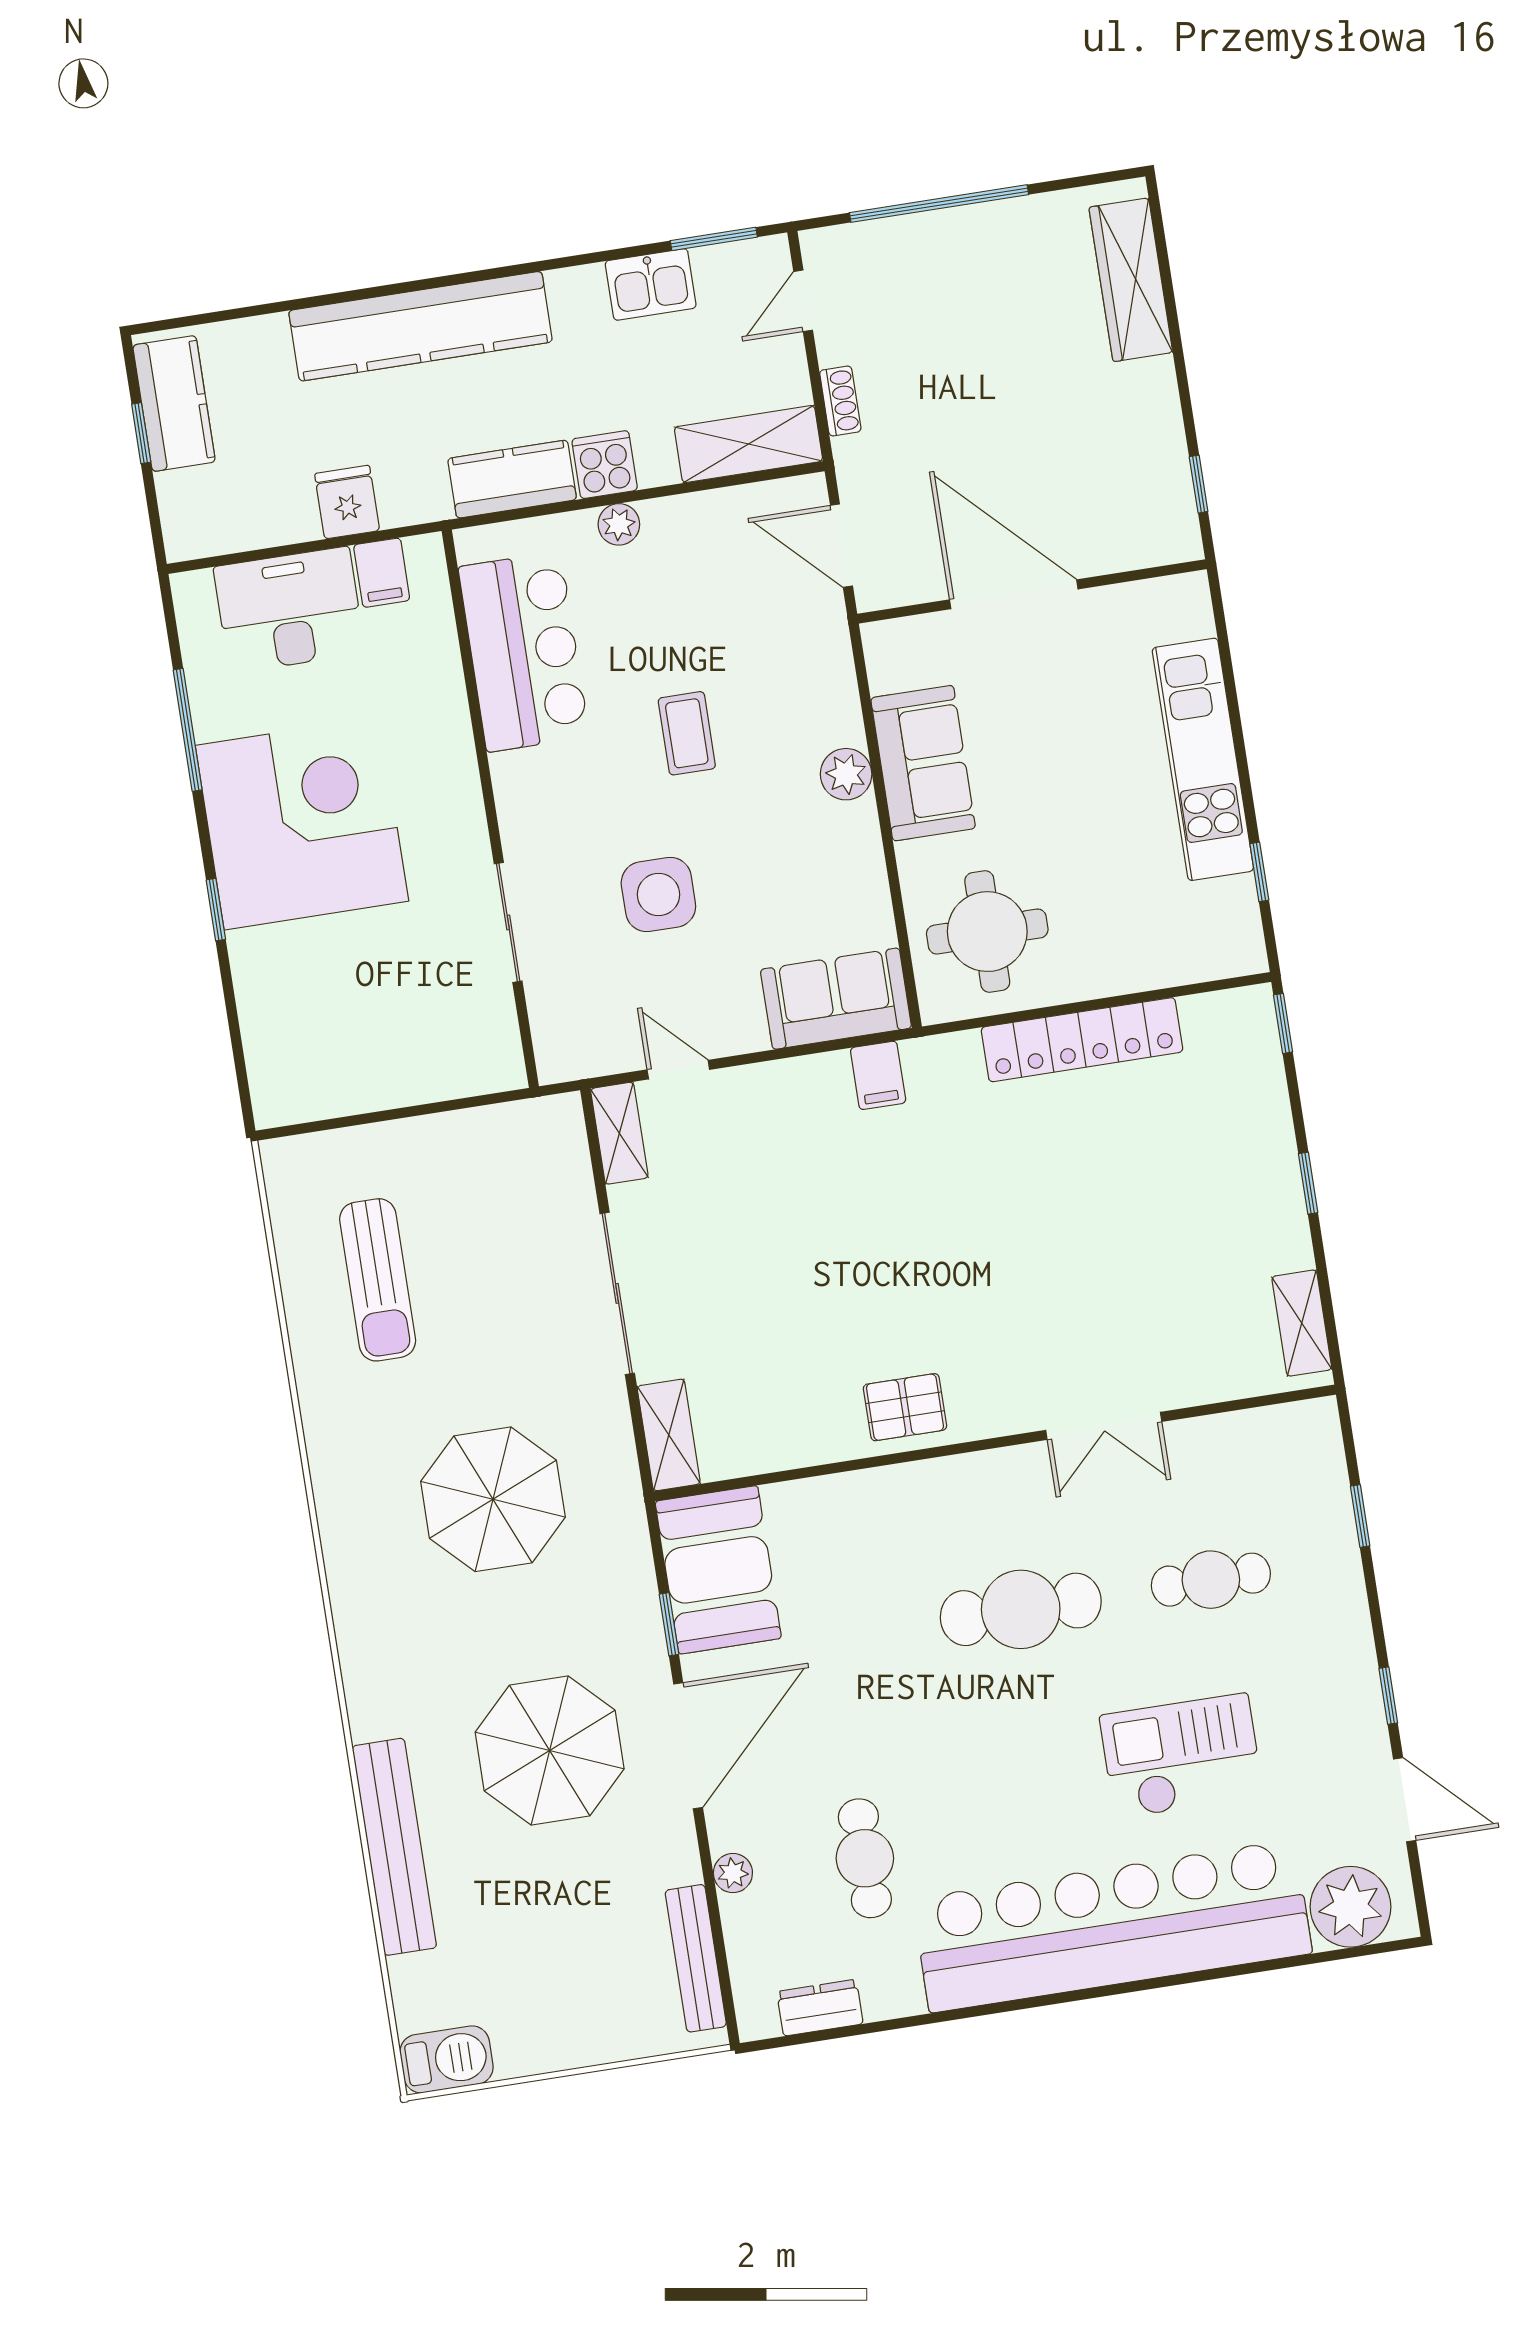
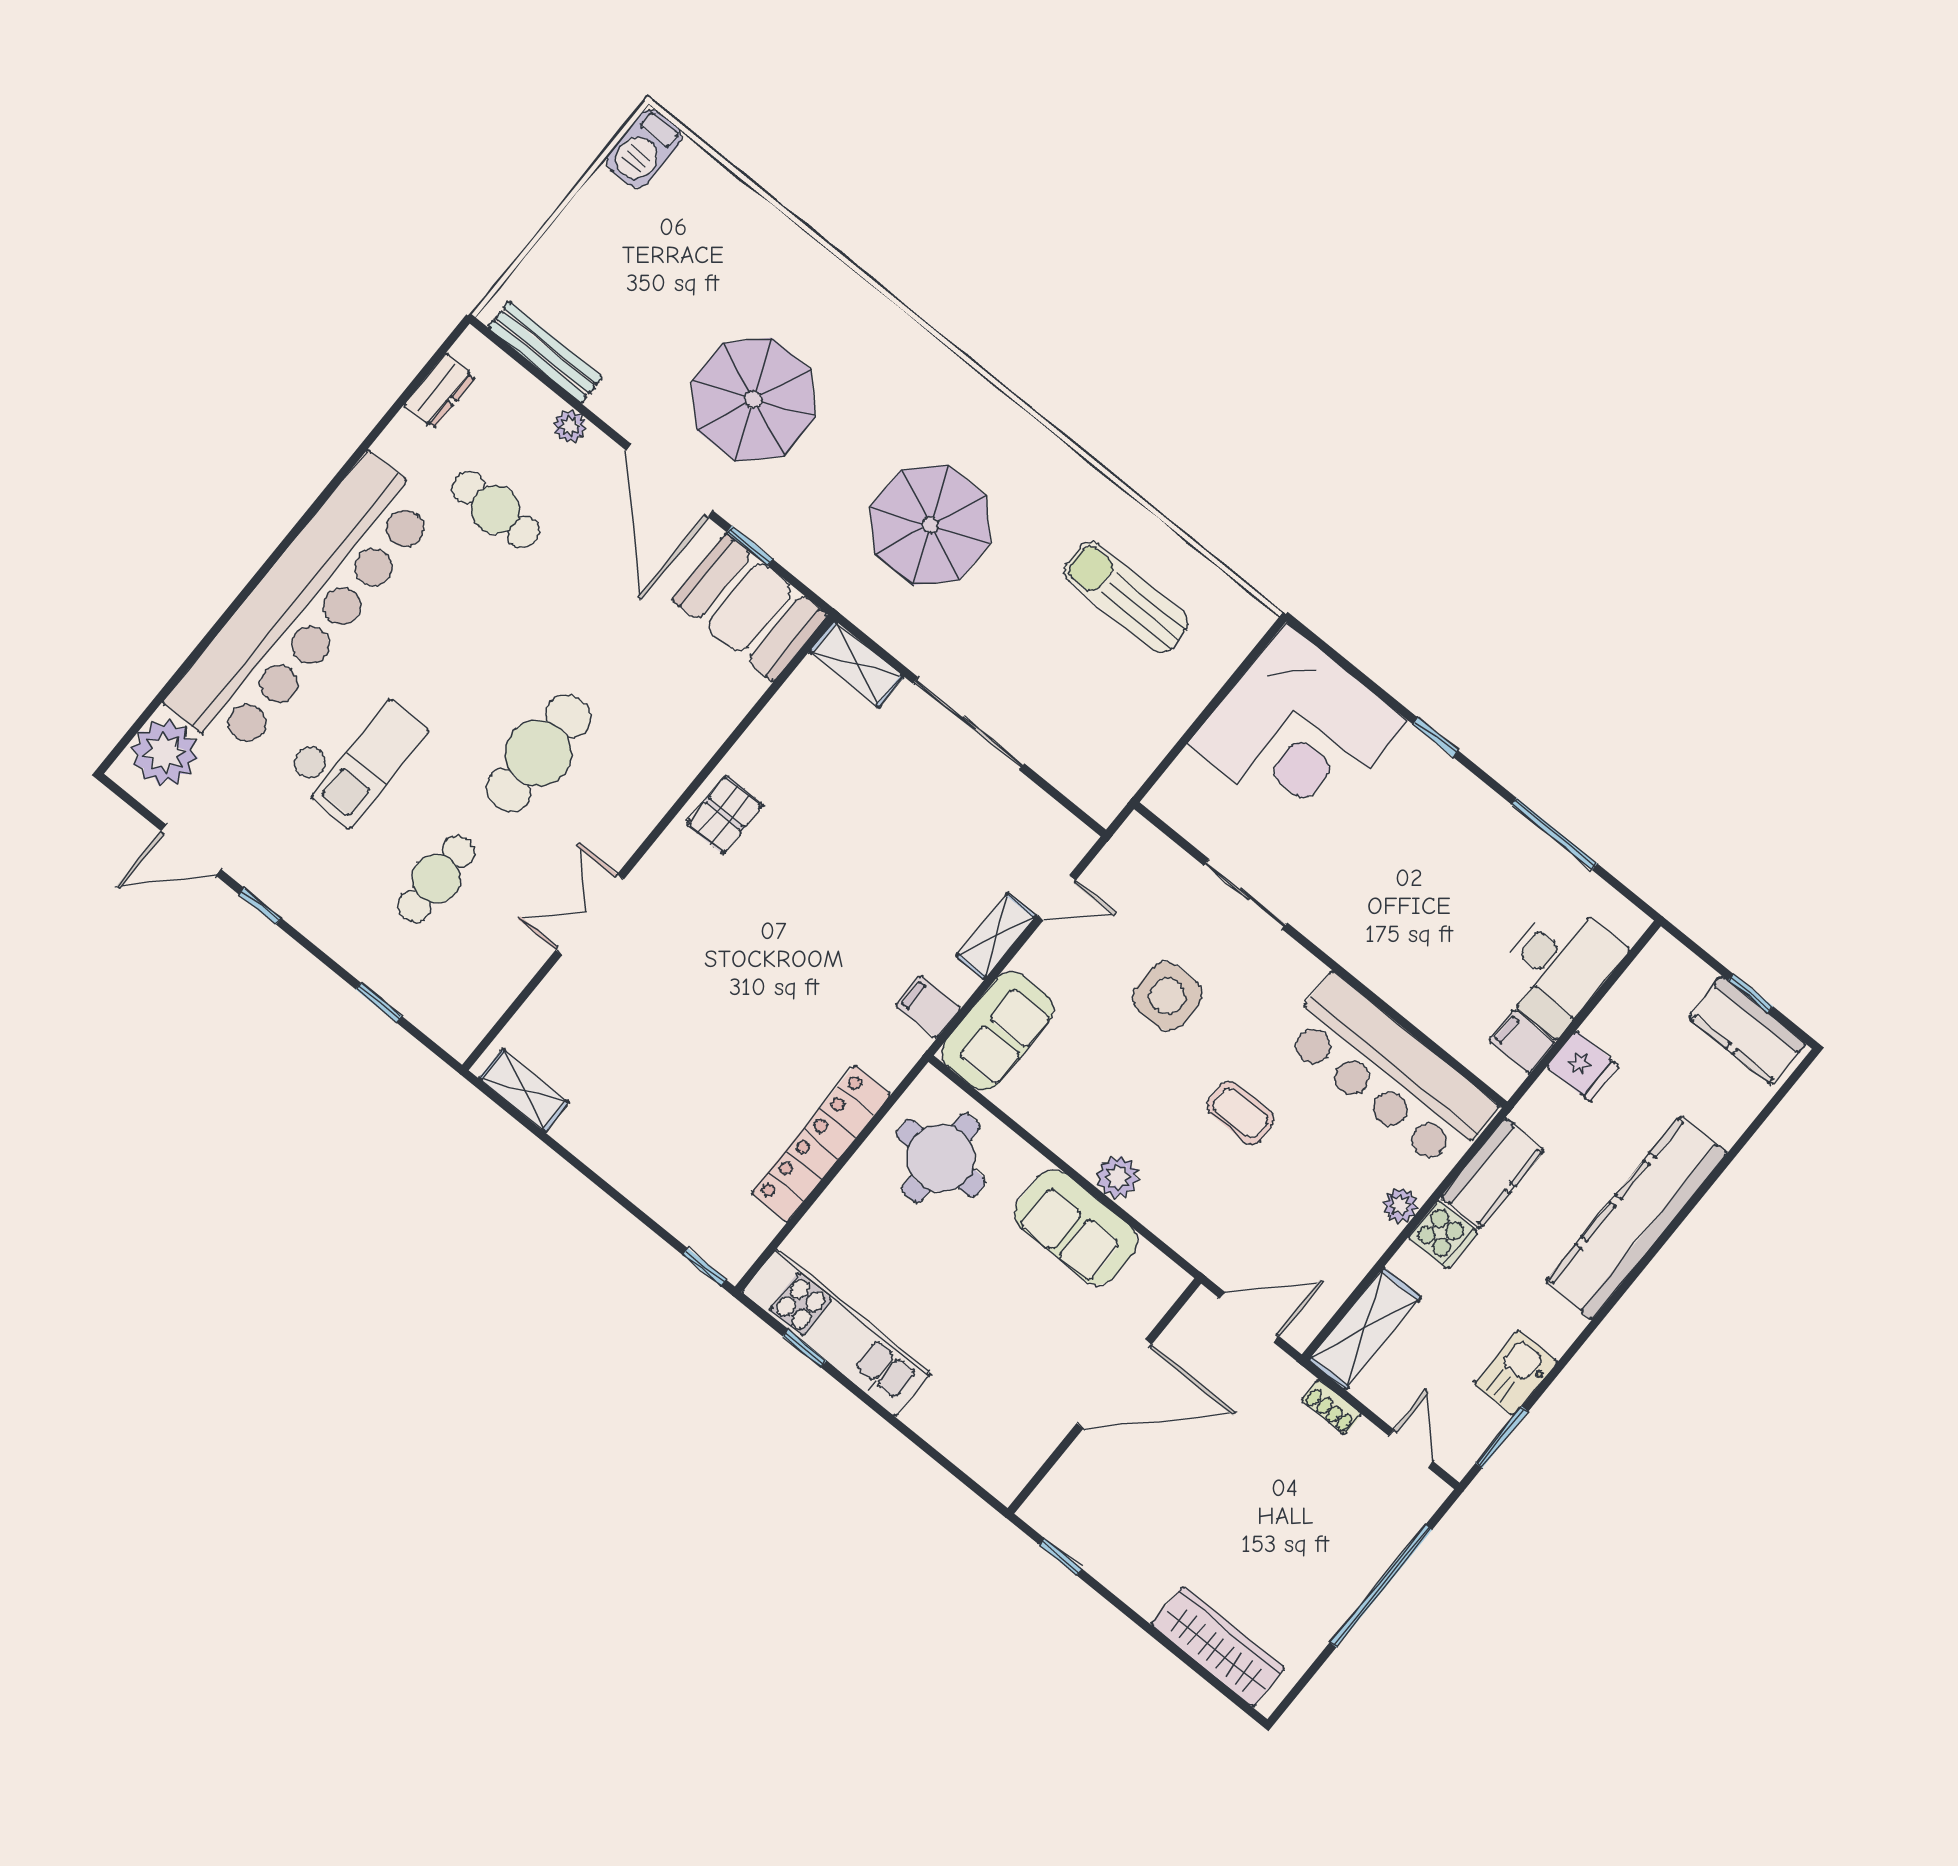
bar counter: (524, 652) -> (1388, 1072), width x1.36
kitchen unit: (1203, 759) -> (836, 1333), moved
corner desk: (302, 823) -> (1298, 732), moved
shelving: (619, 1133) -> (996, 936), moved, turned 90
window: (1308, 1183) -> (599, 1181), removed
bench: (394, 1847) -> (796, 252), removed

